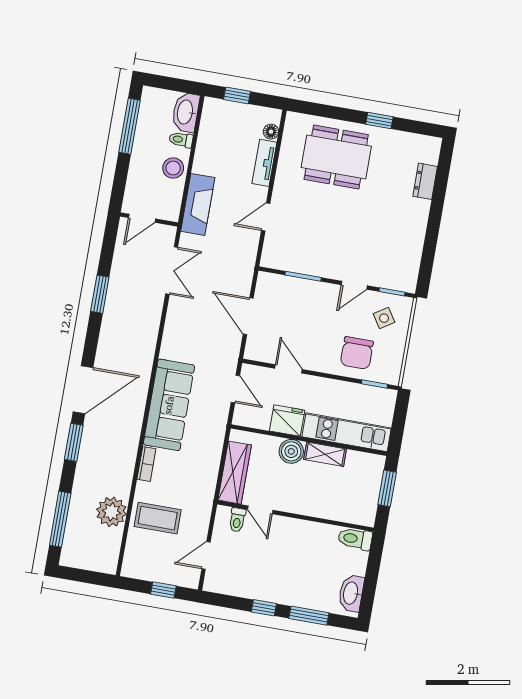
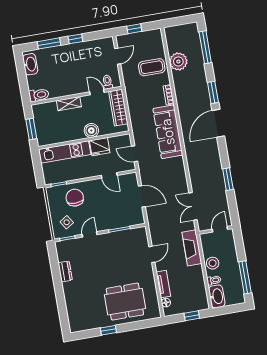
dresser: (425, 181) -> (65, 271), moved
shelving: (325, 454) -> (69, 104), moved

